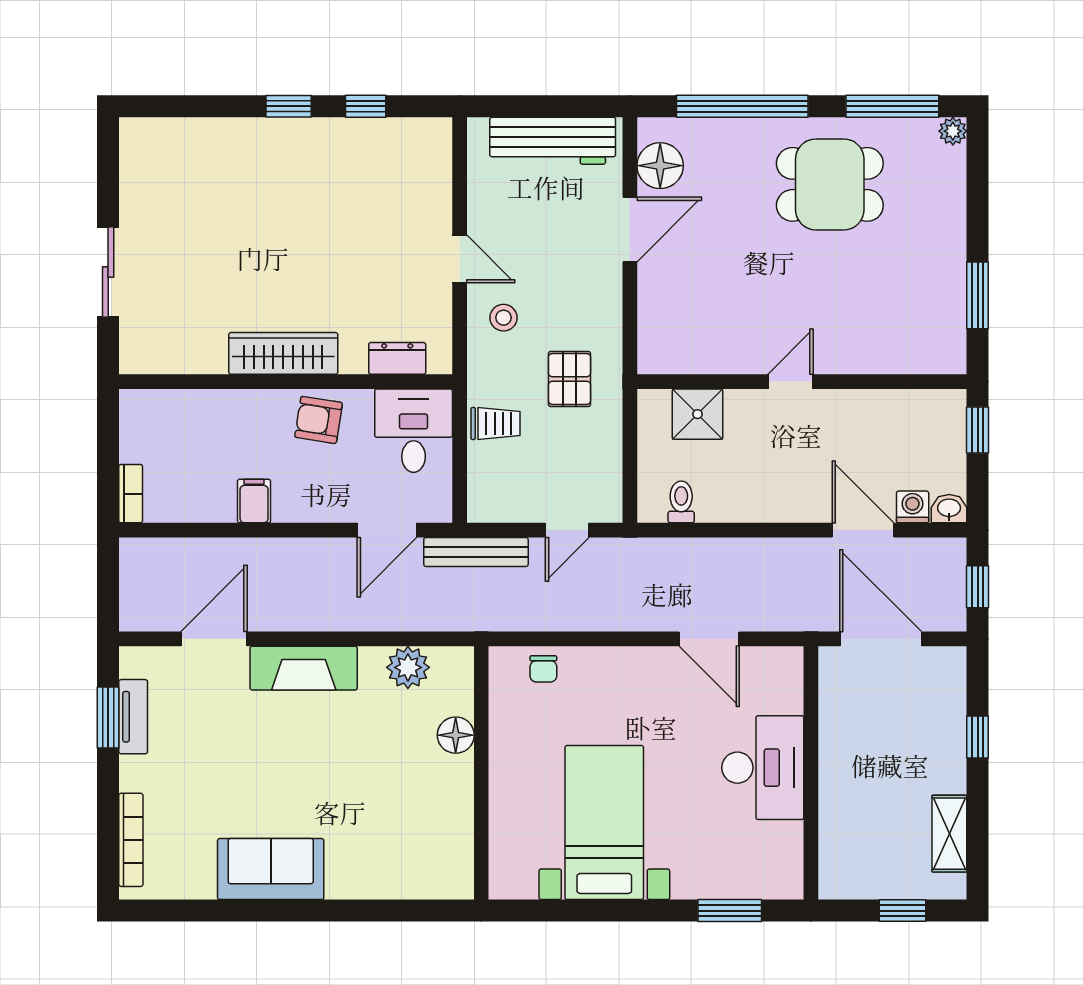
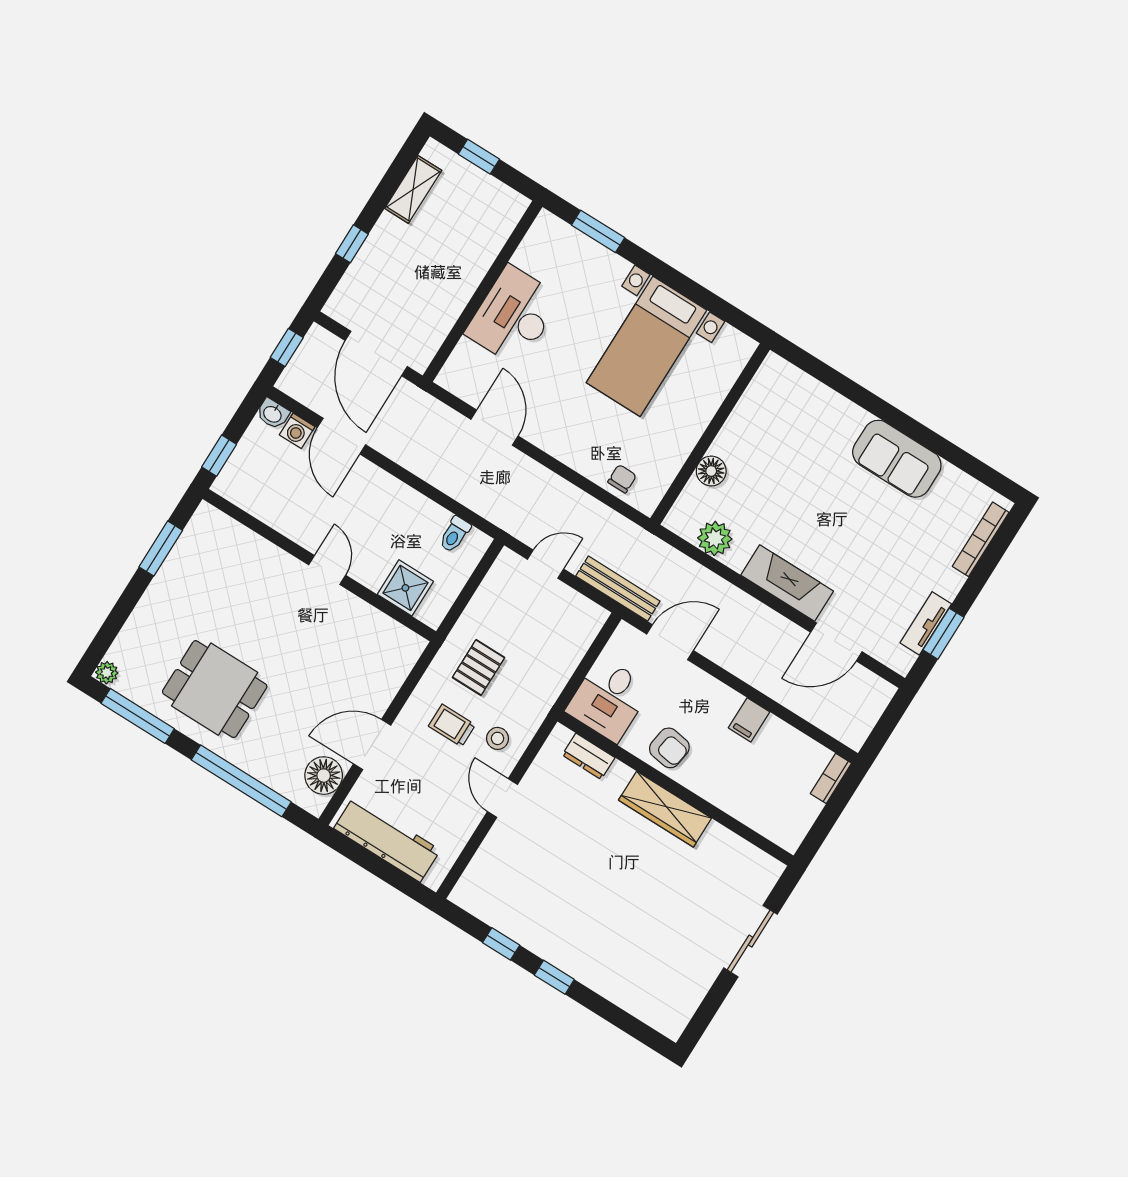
door: (791, 382) -> (327, 570), swing flipped
trolley: (495, 423) -> (452, 725), moved

